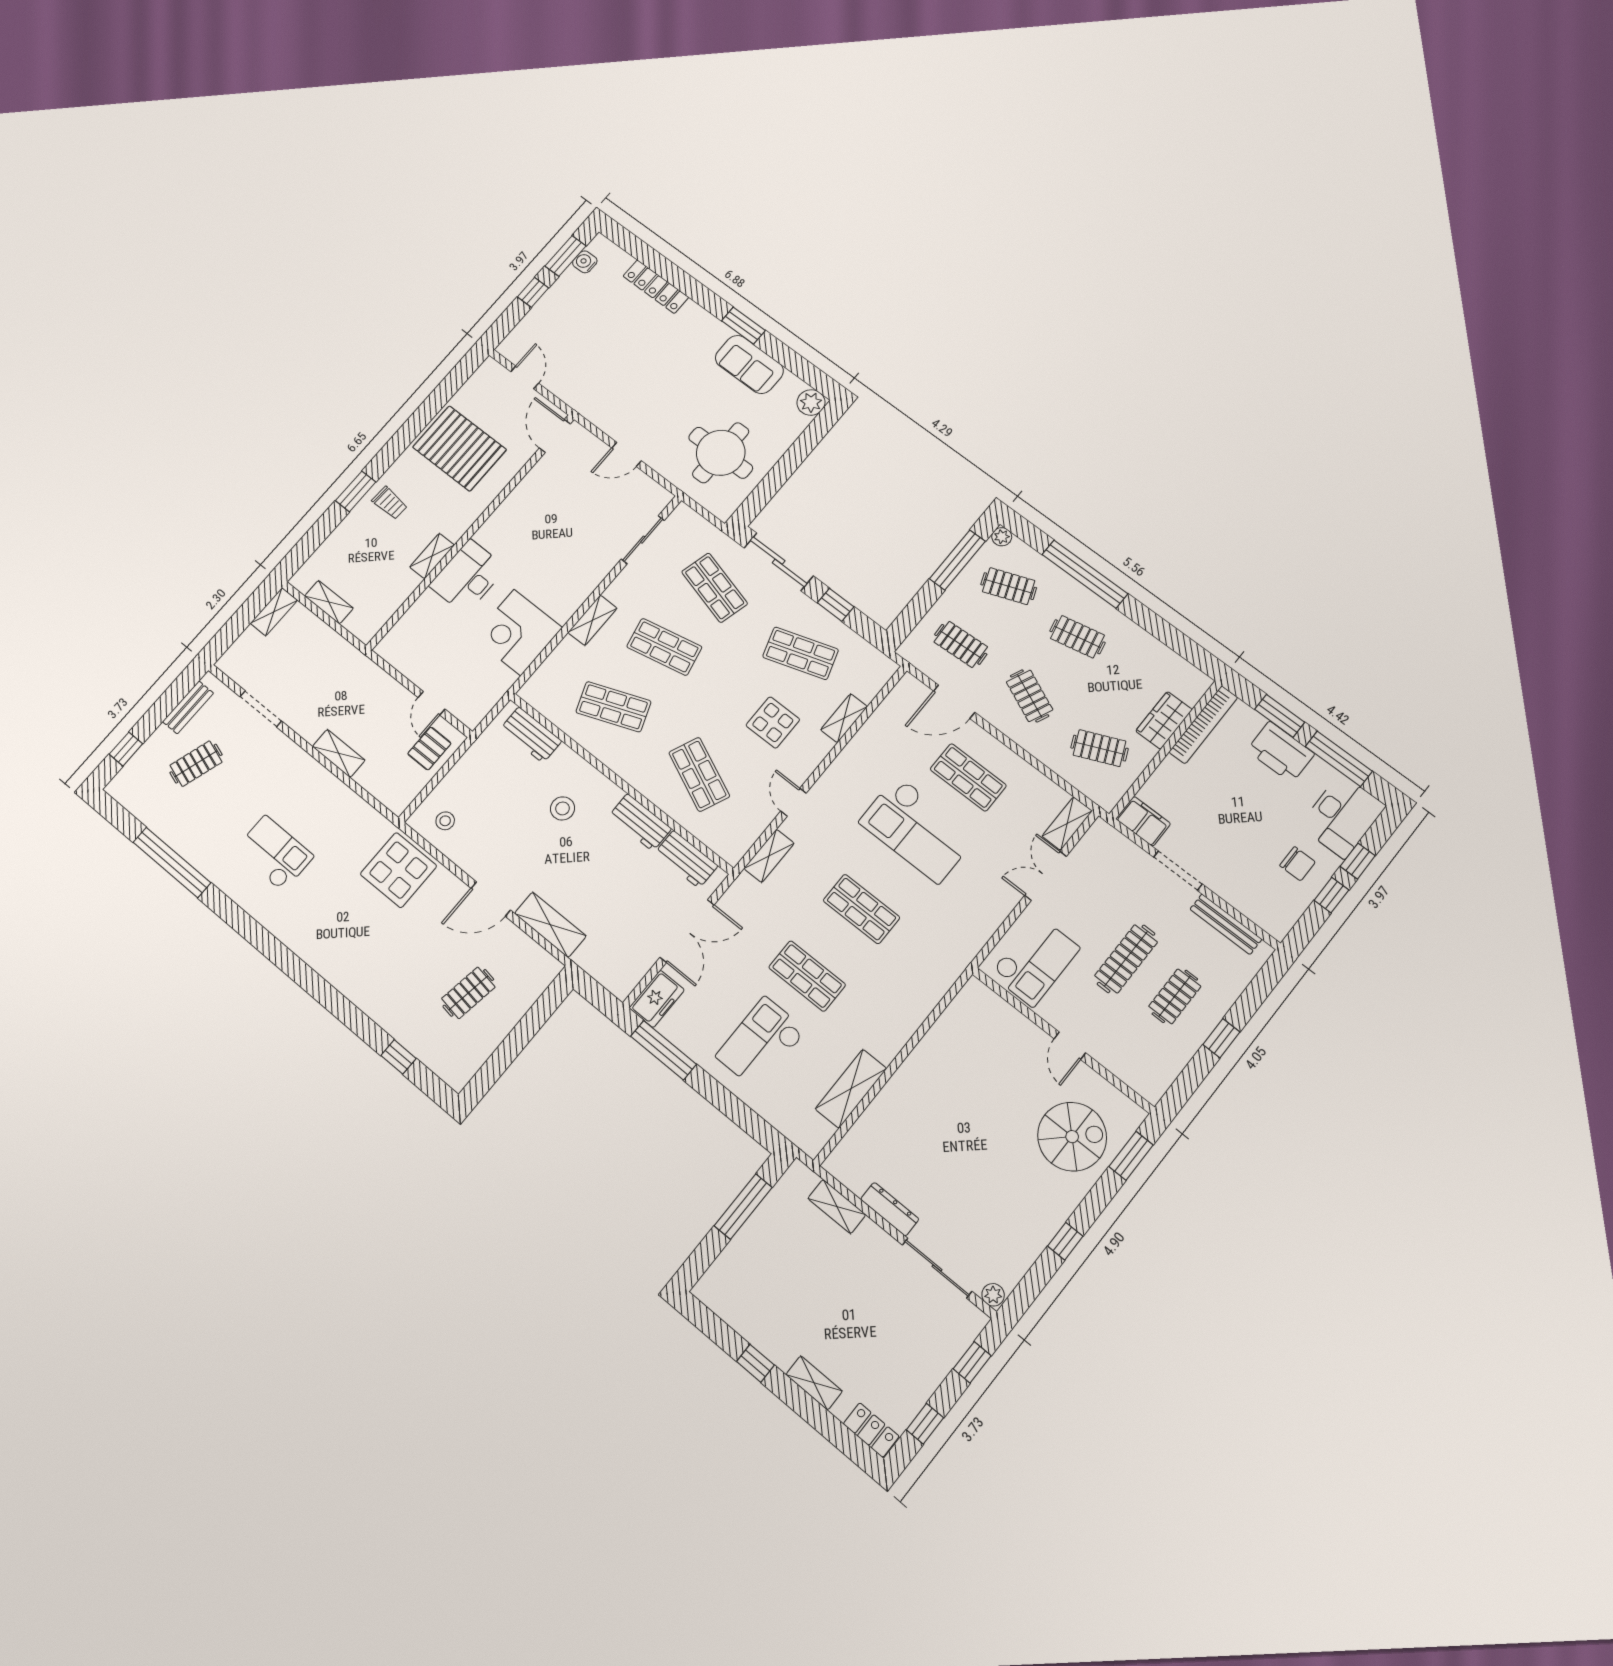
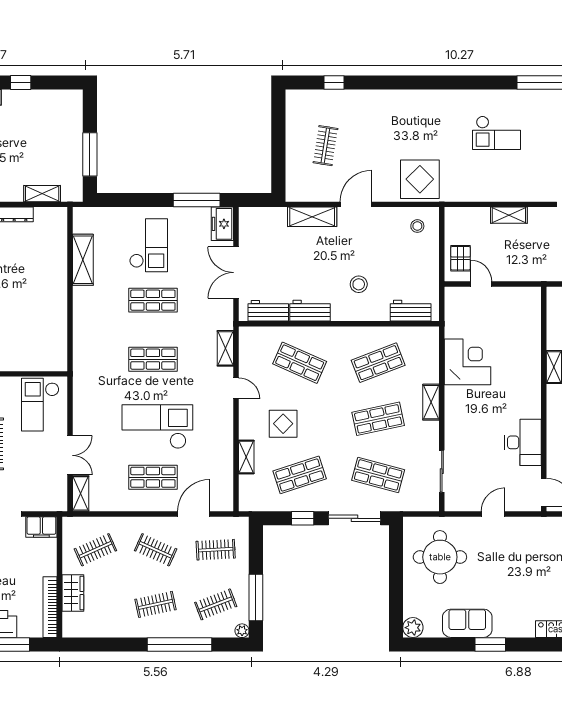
desk: (468, 577) -> (523, 442), moved

